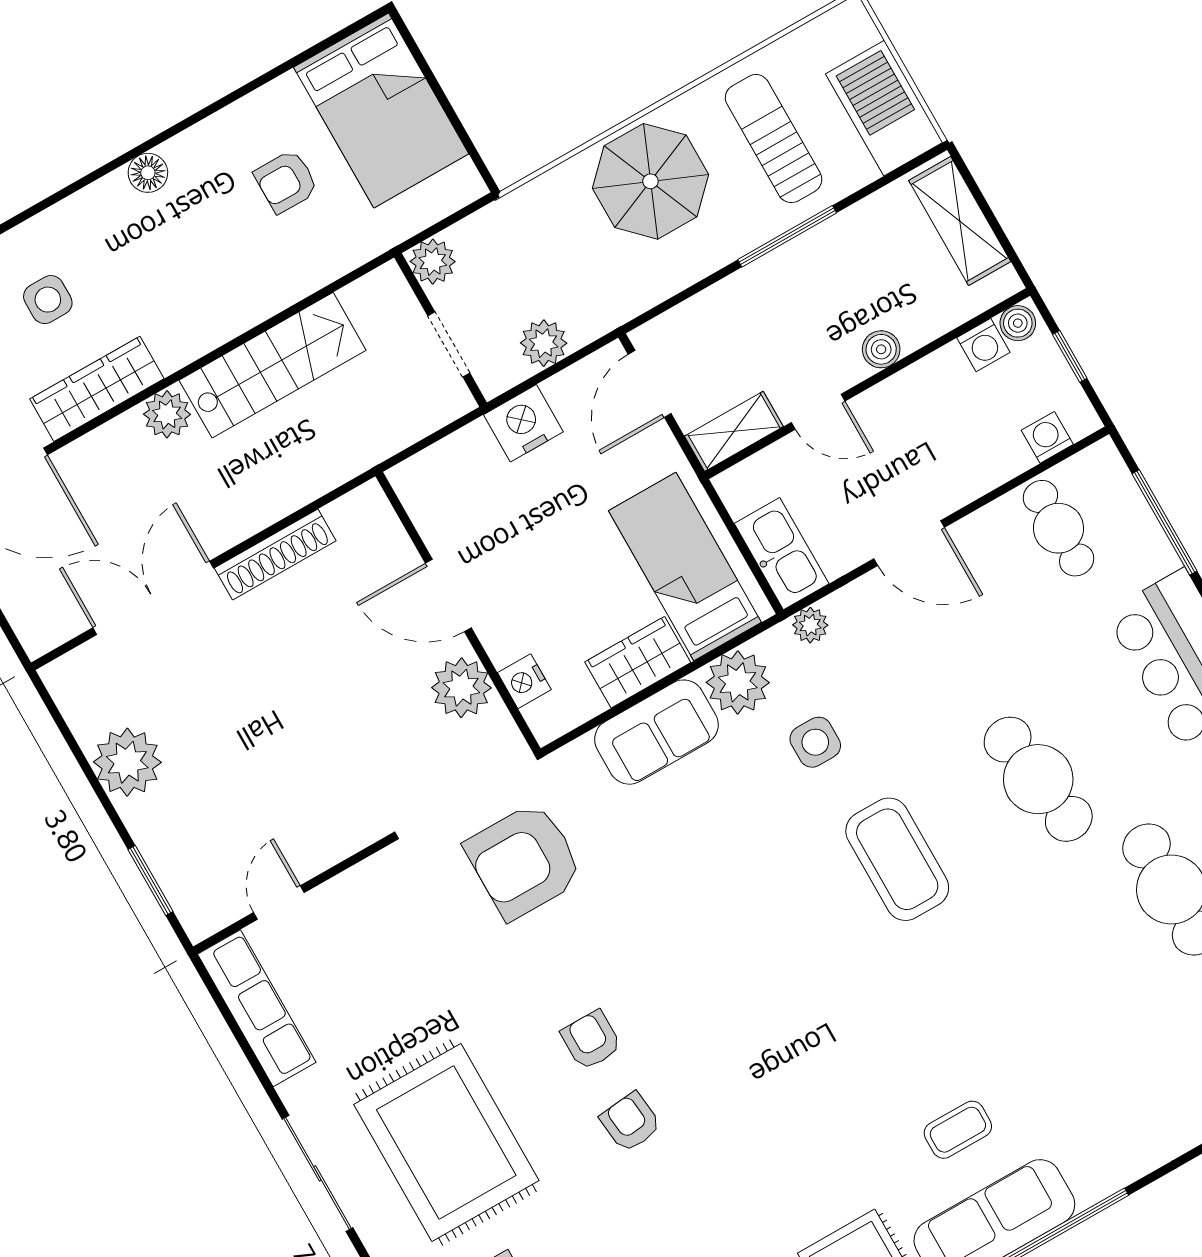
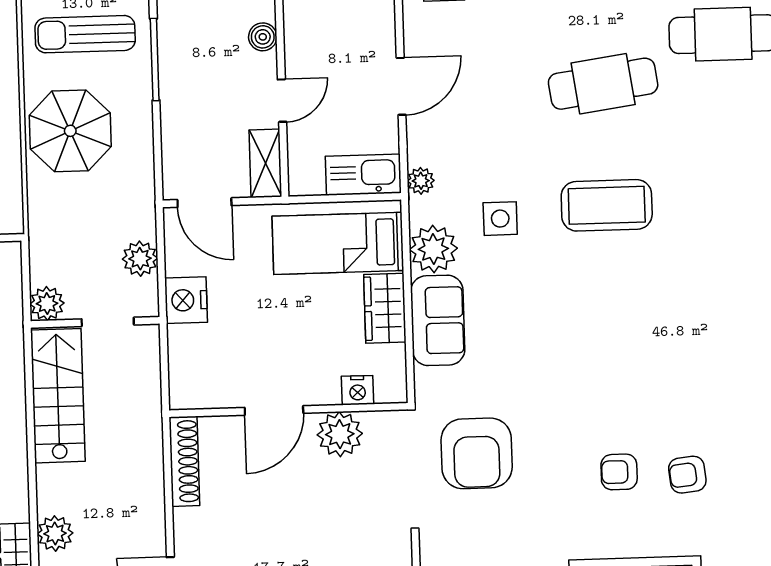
stairs: (273, 365) -> (58, 396), moved
shoe rack: (275, 554) -> (184, 461), moved

